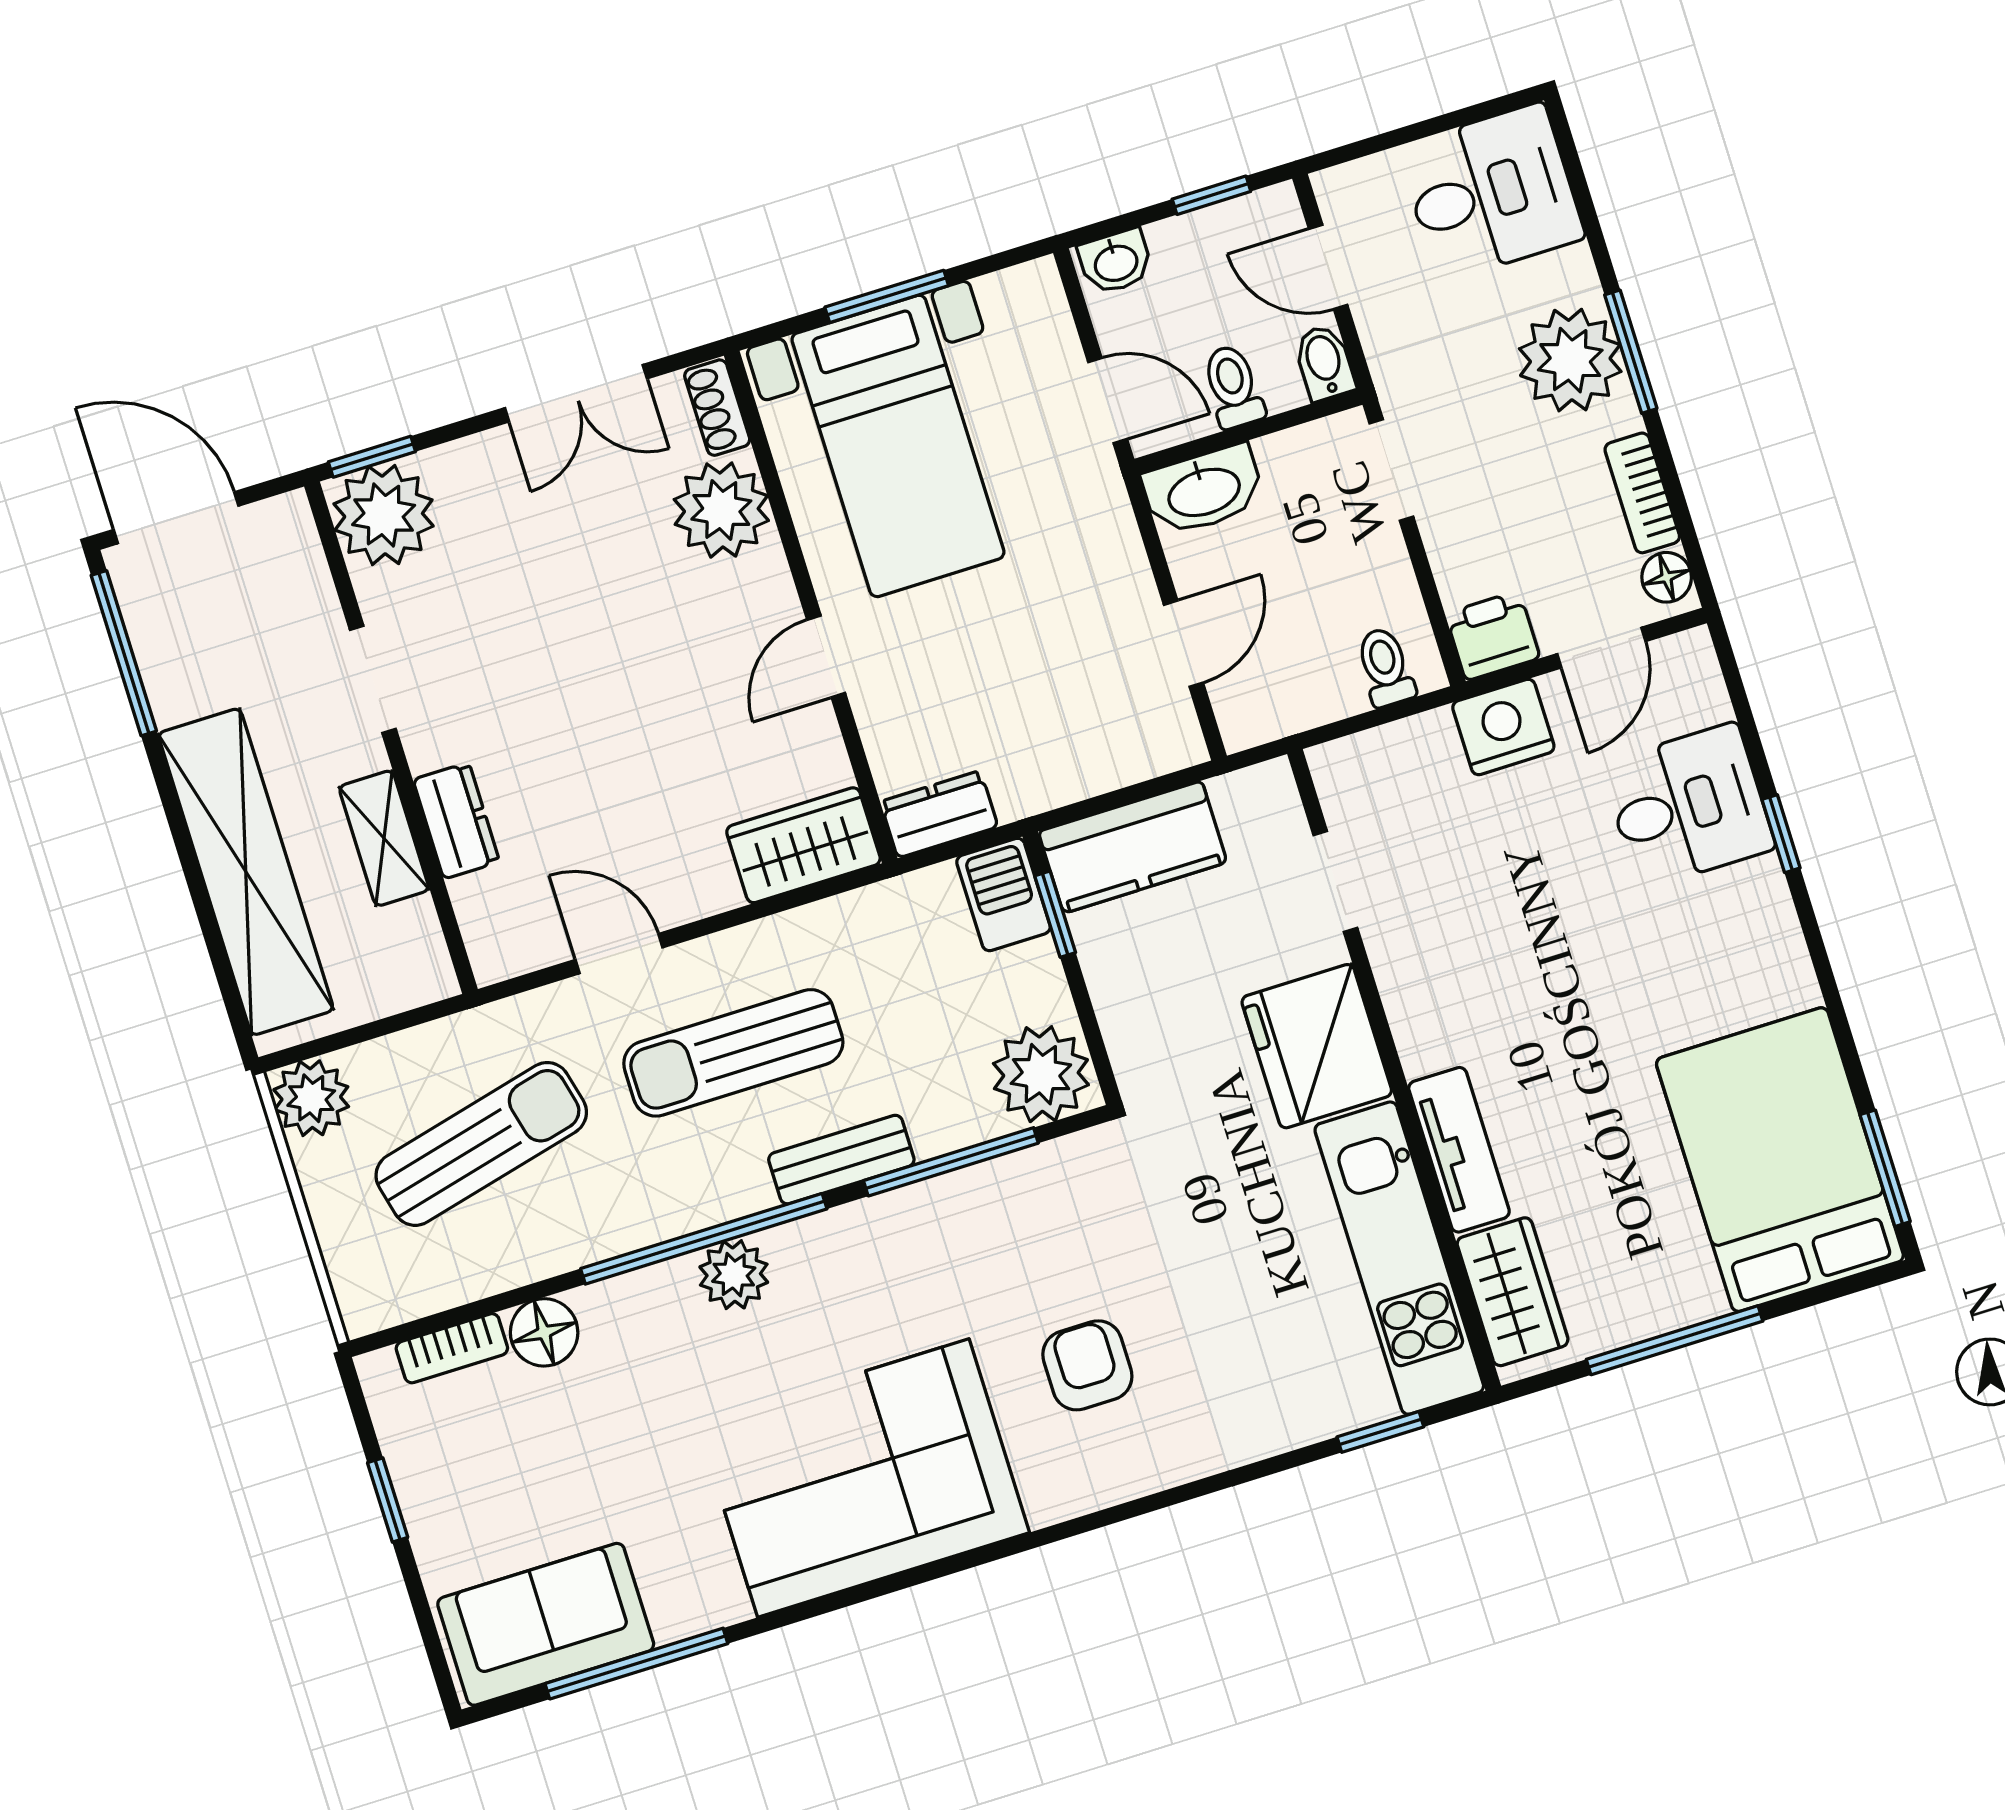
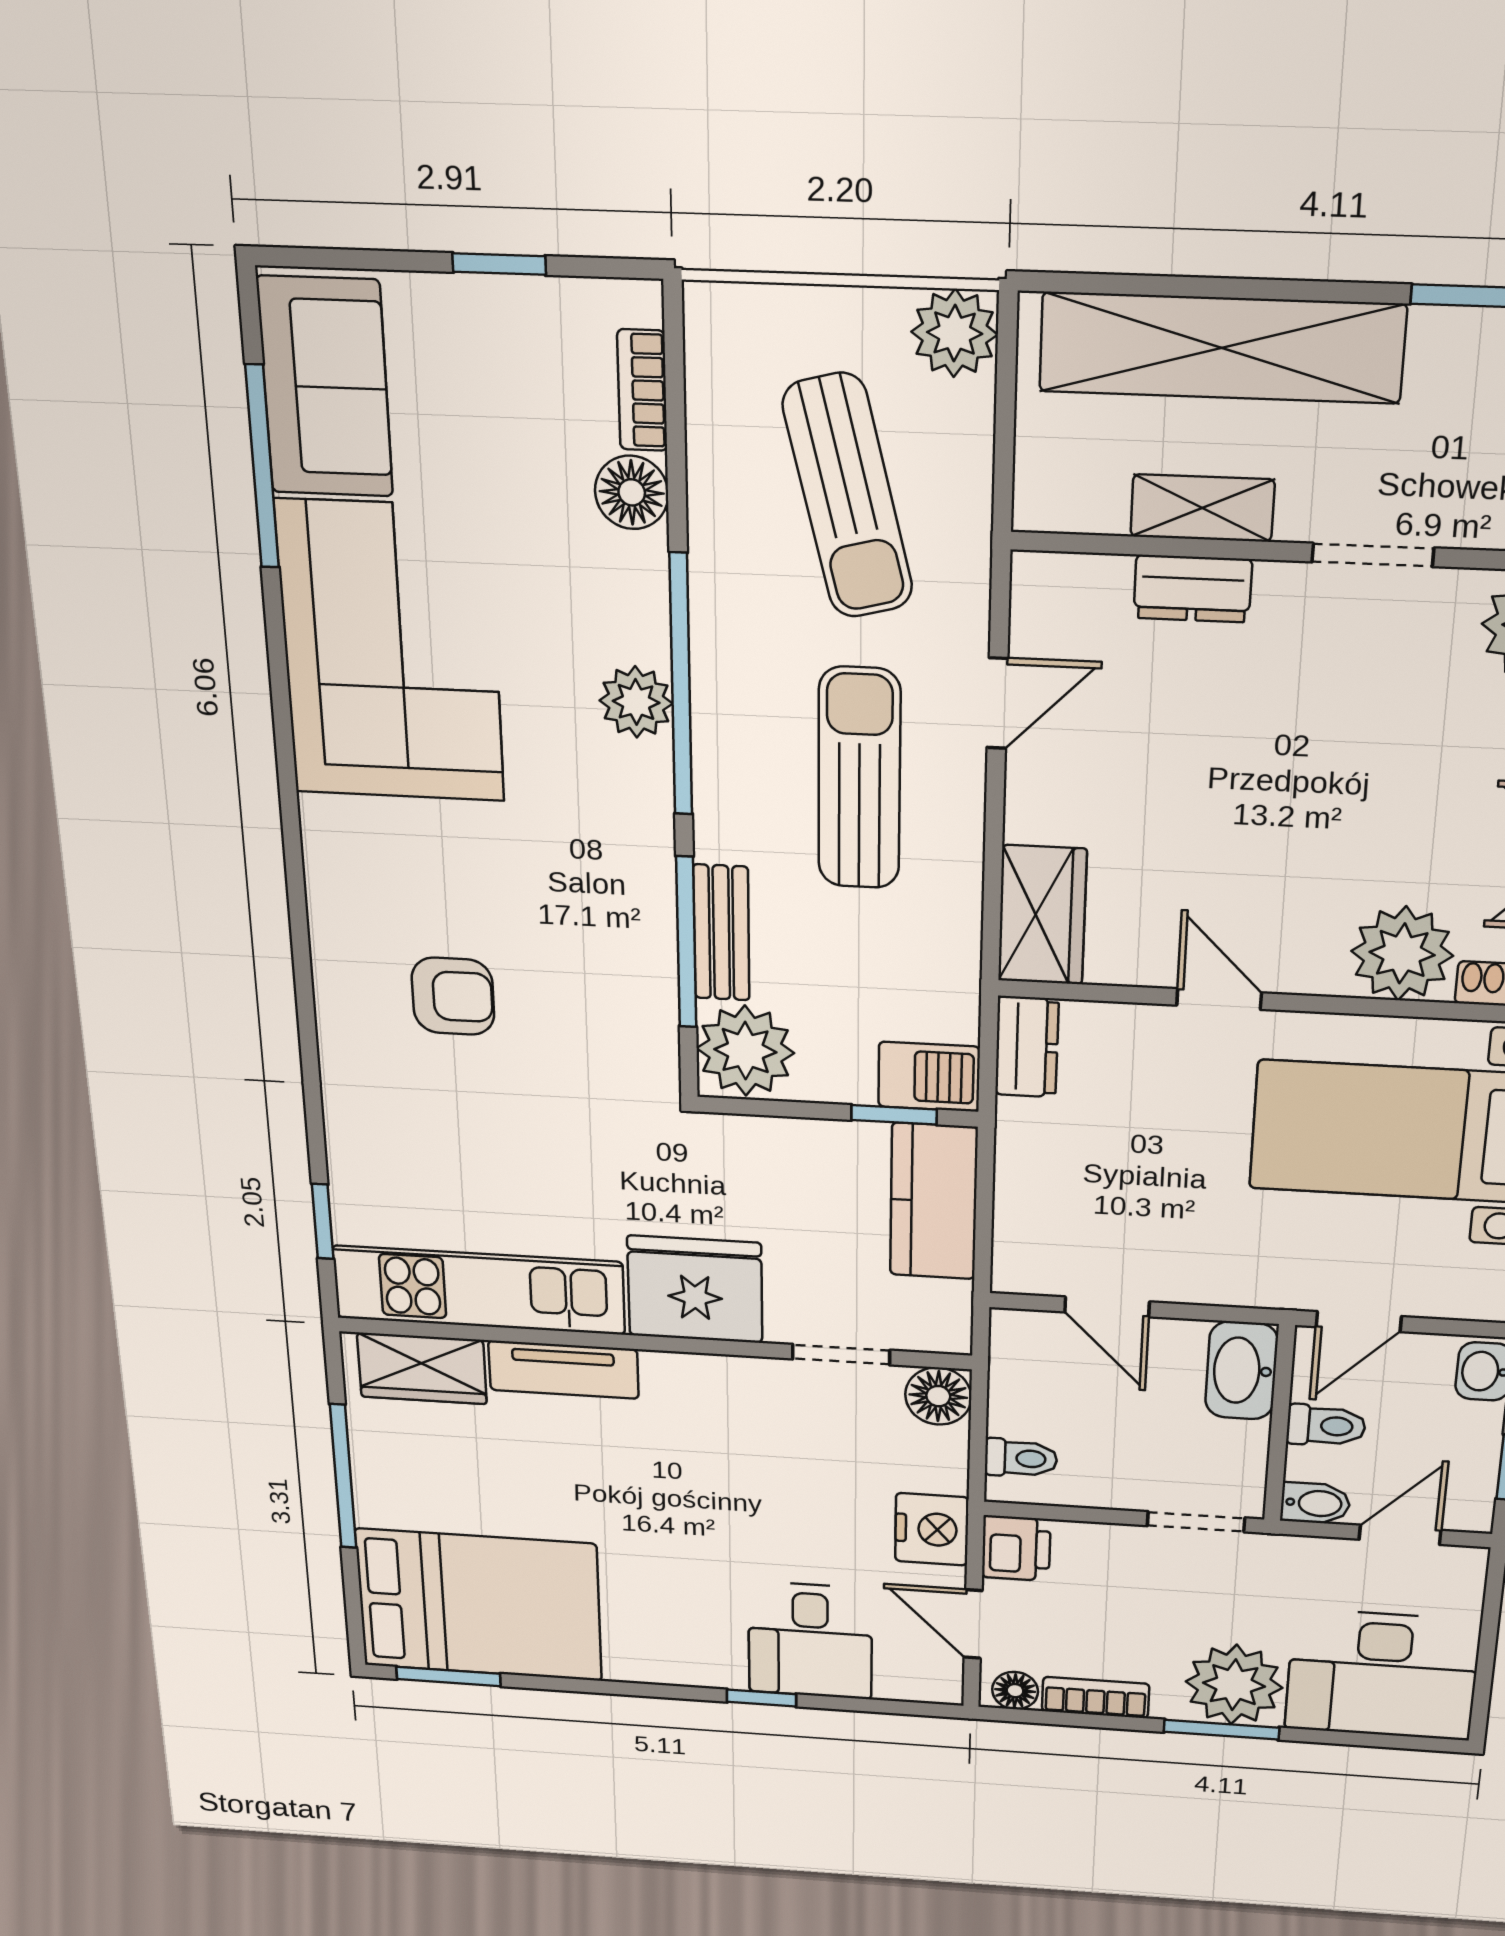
desk: (1491, 192) -> (1382, 1675), width x1.37
floor lamp: (1346, 772) -> (938, 1396), added
bench: (841, 1160) -> (721, 933), moved
corner sofa: (863, 1478) -> (391, 652), moved

